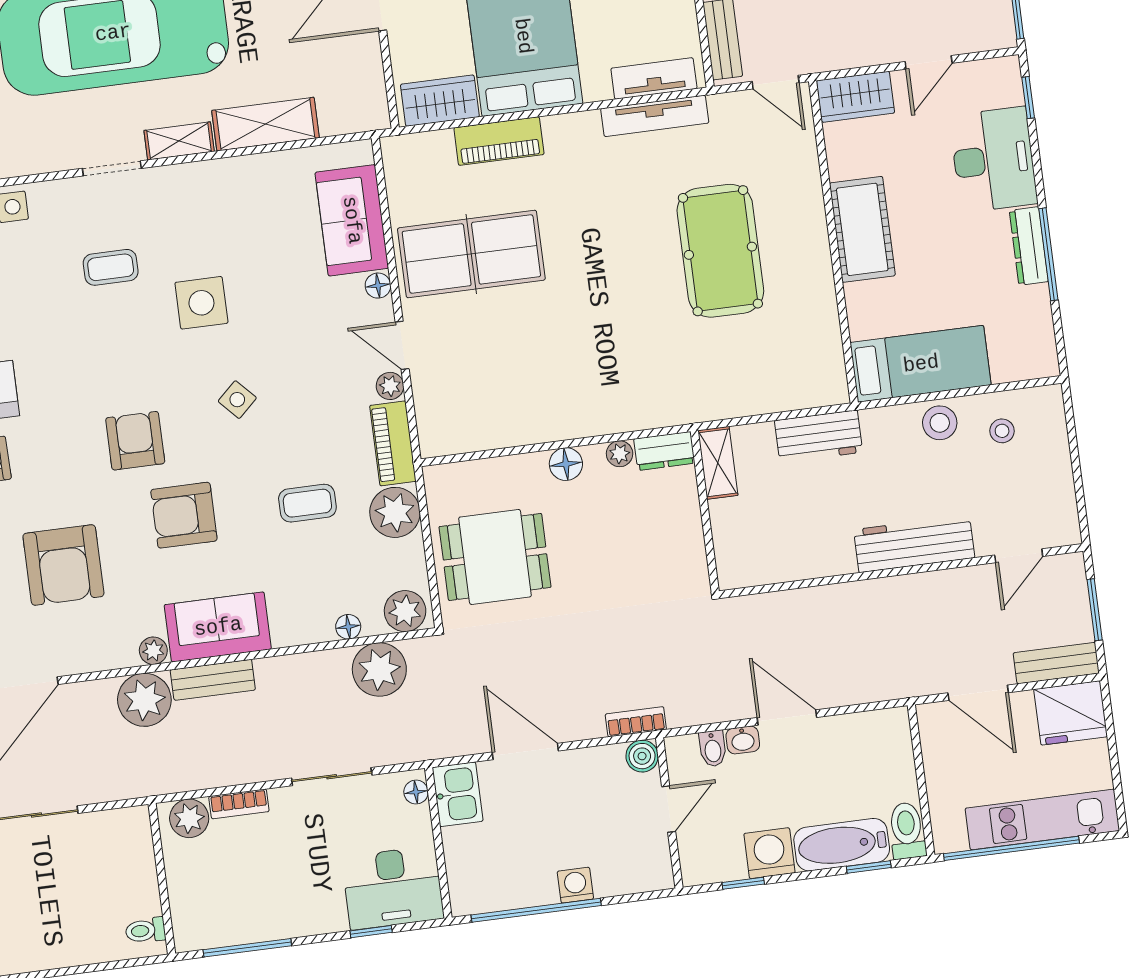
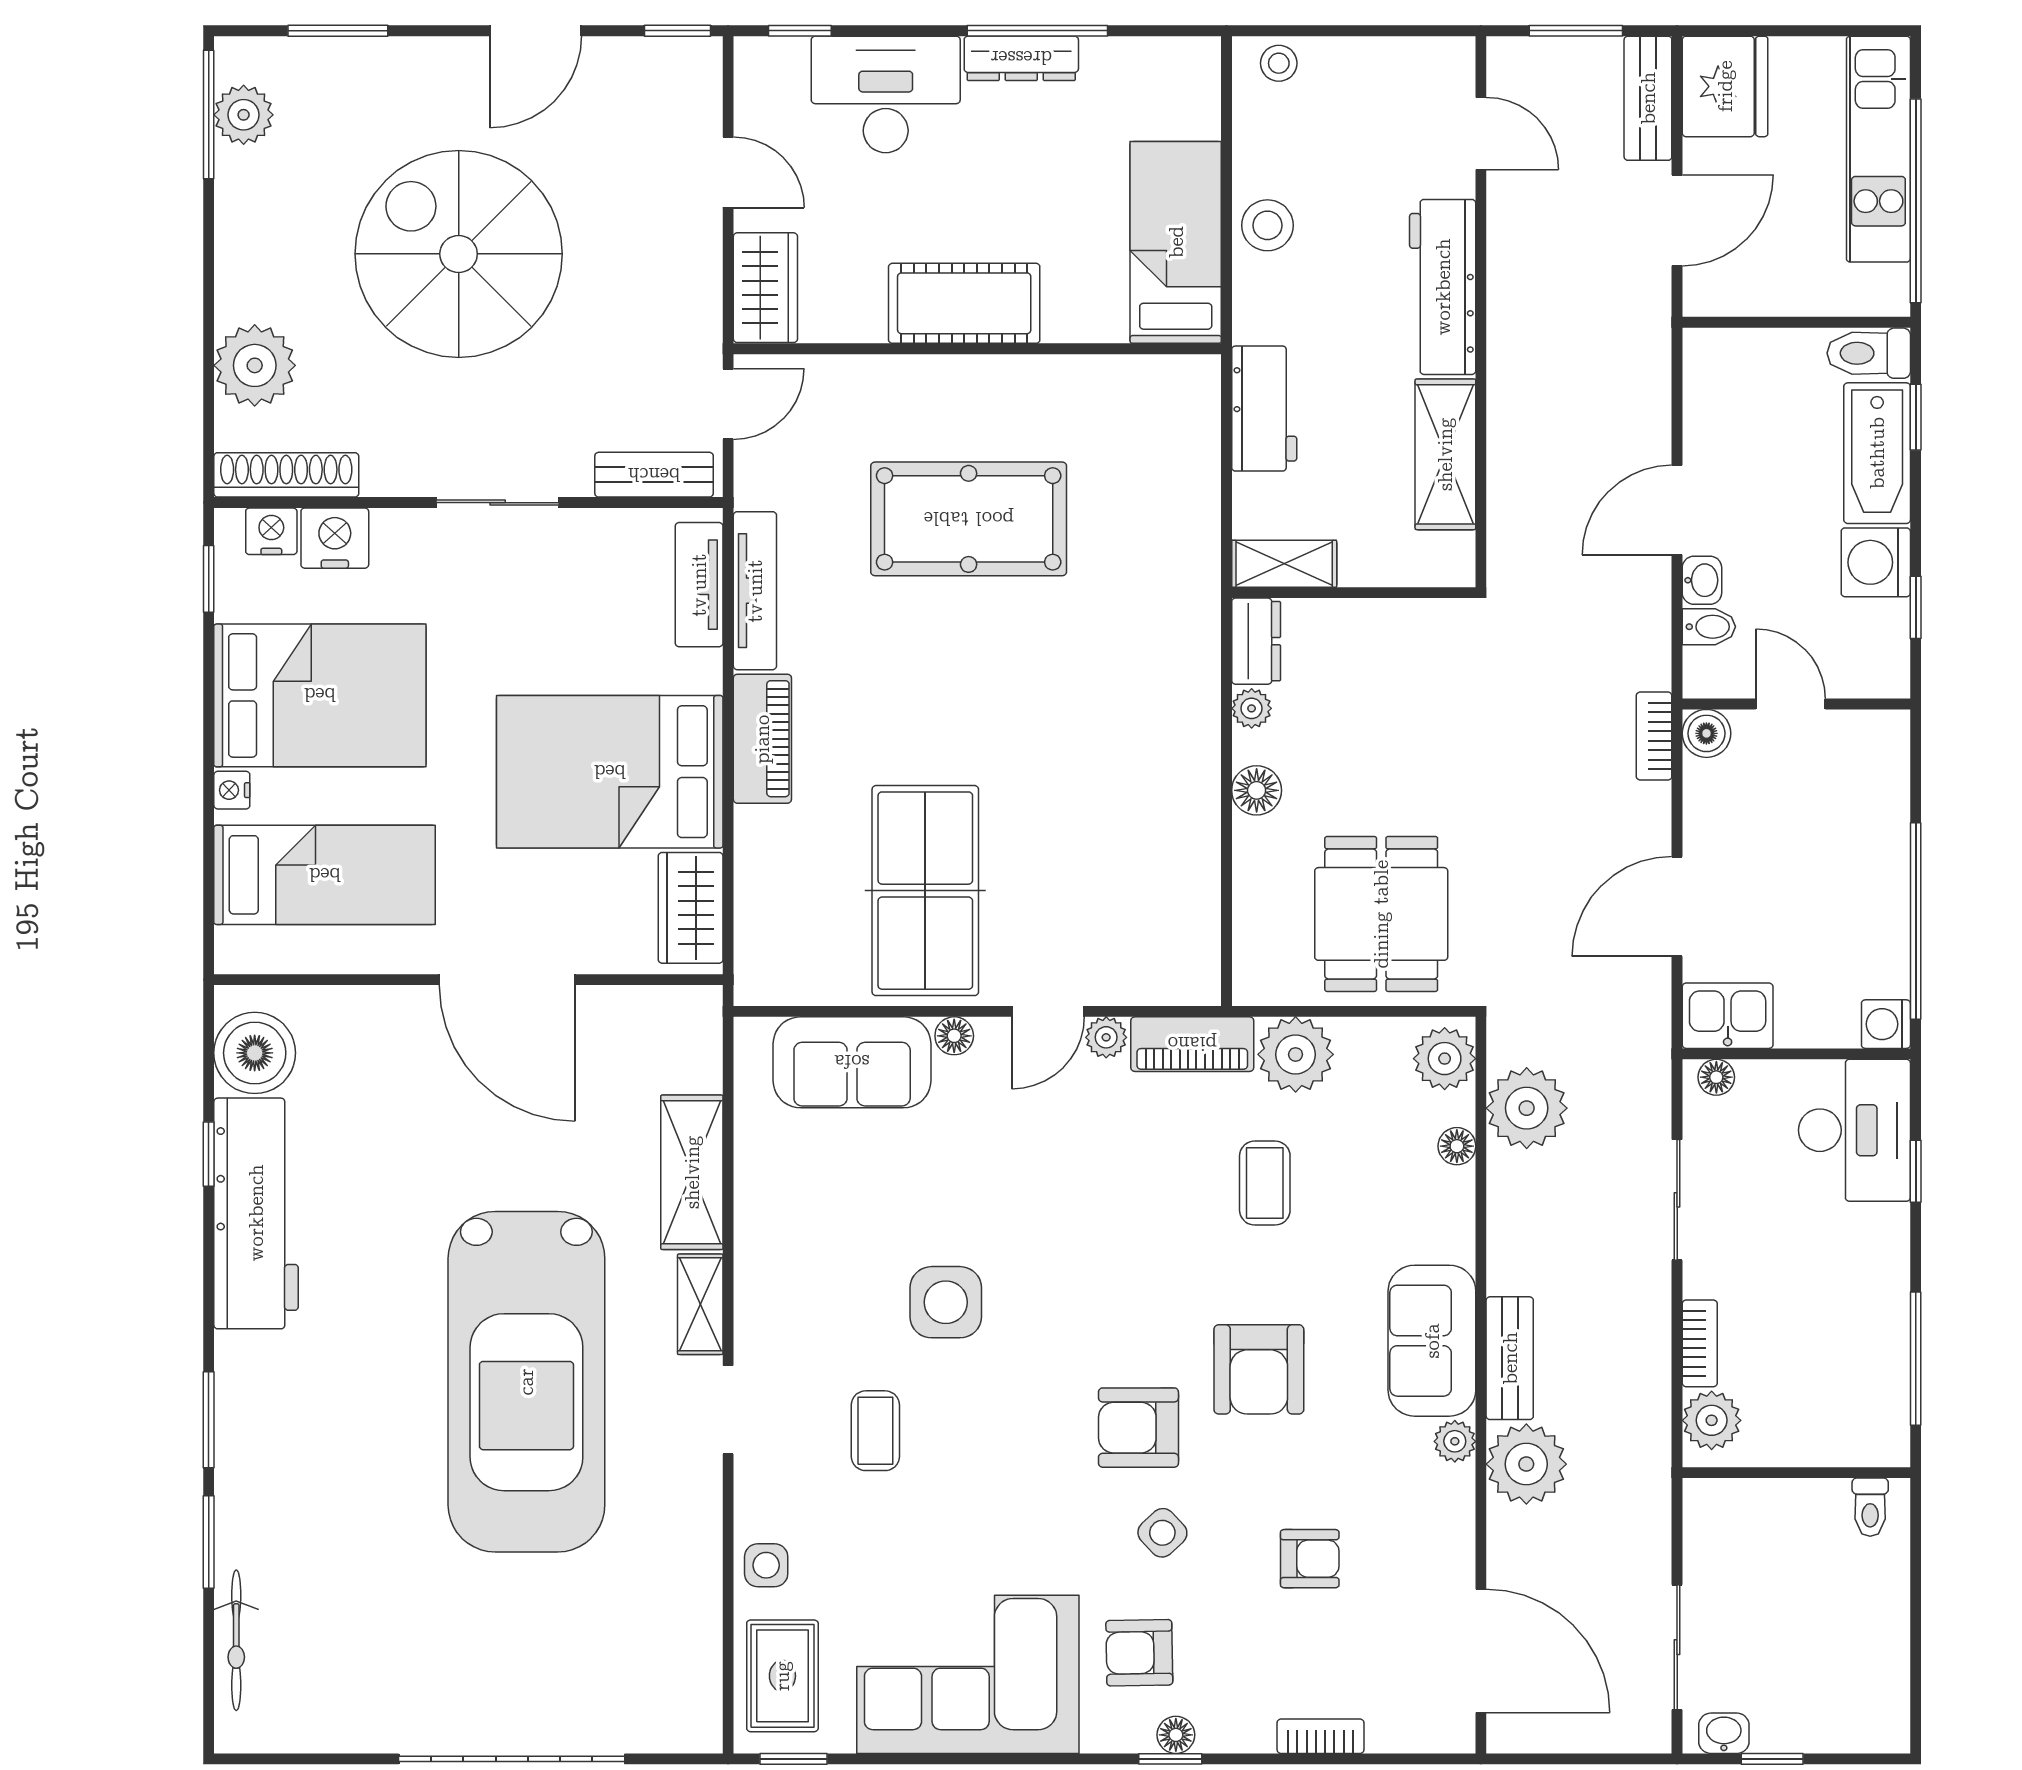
piano: (499, 141) -> (762, 739), moved
side table: (237, 400) -> (1162, 1533), moved
stool: (1002, 431) -> (1279, 63), moved
shelving: (804, 560) -> (1445, 454), added
armchair: (63, 565) -> (1310, 1559), width x0.53, depth x0.53
washing machine: (575, 885) -> (1886, 1024), moved

